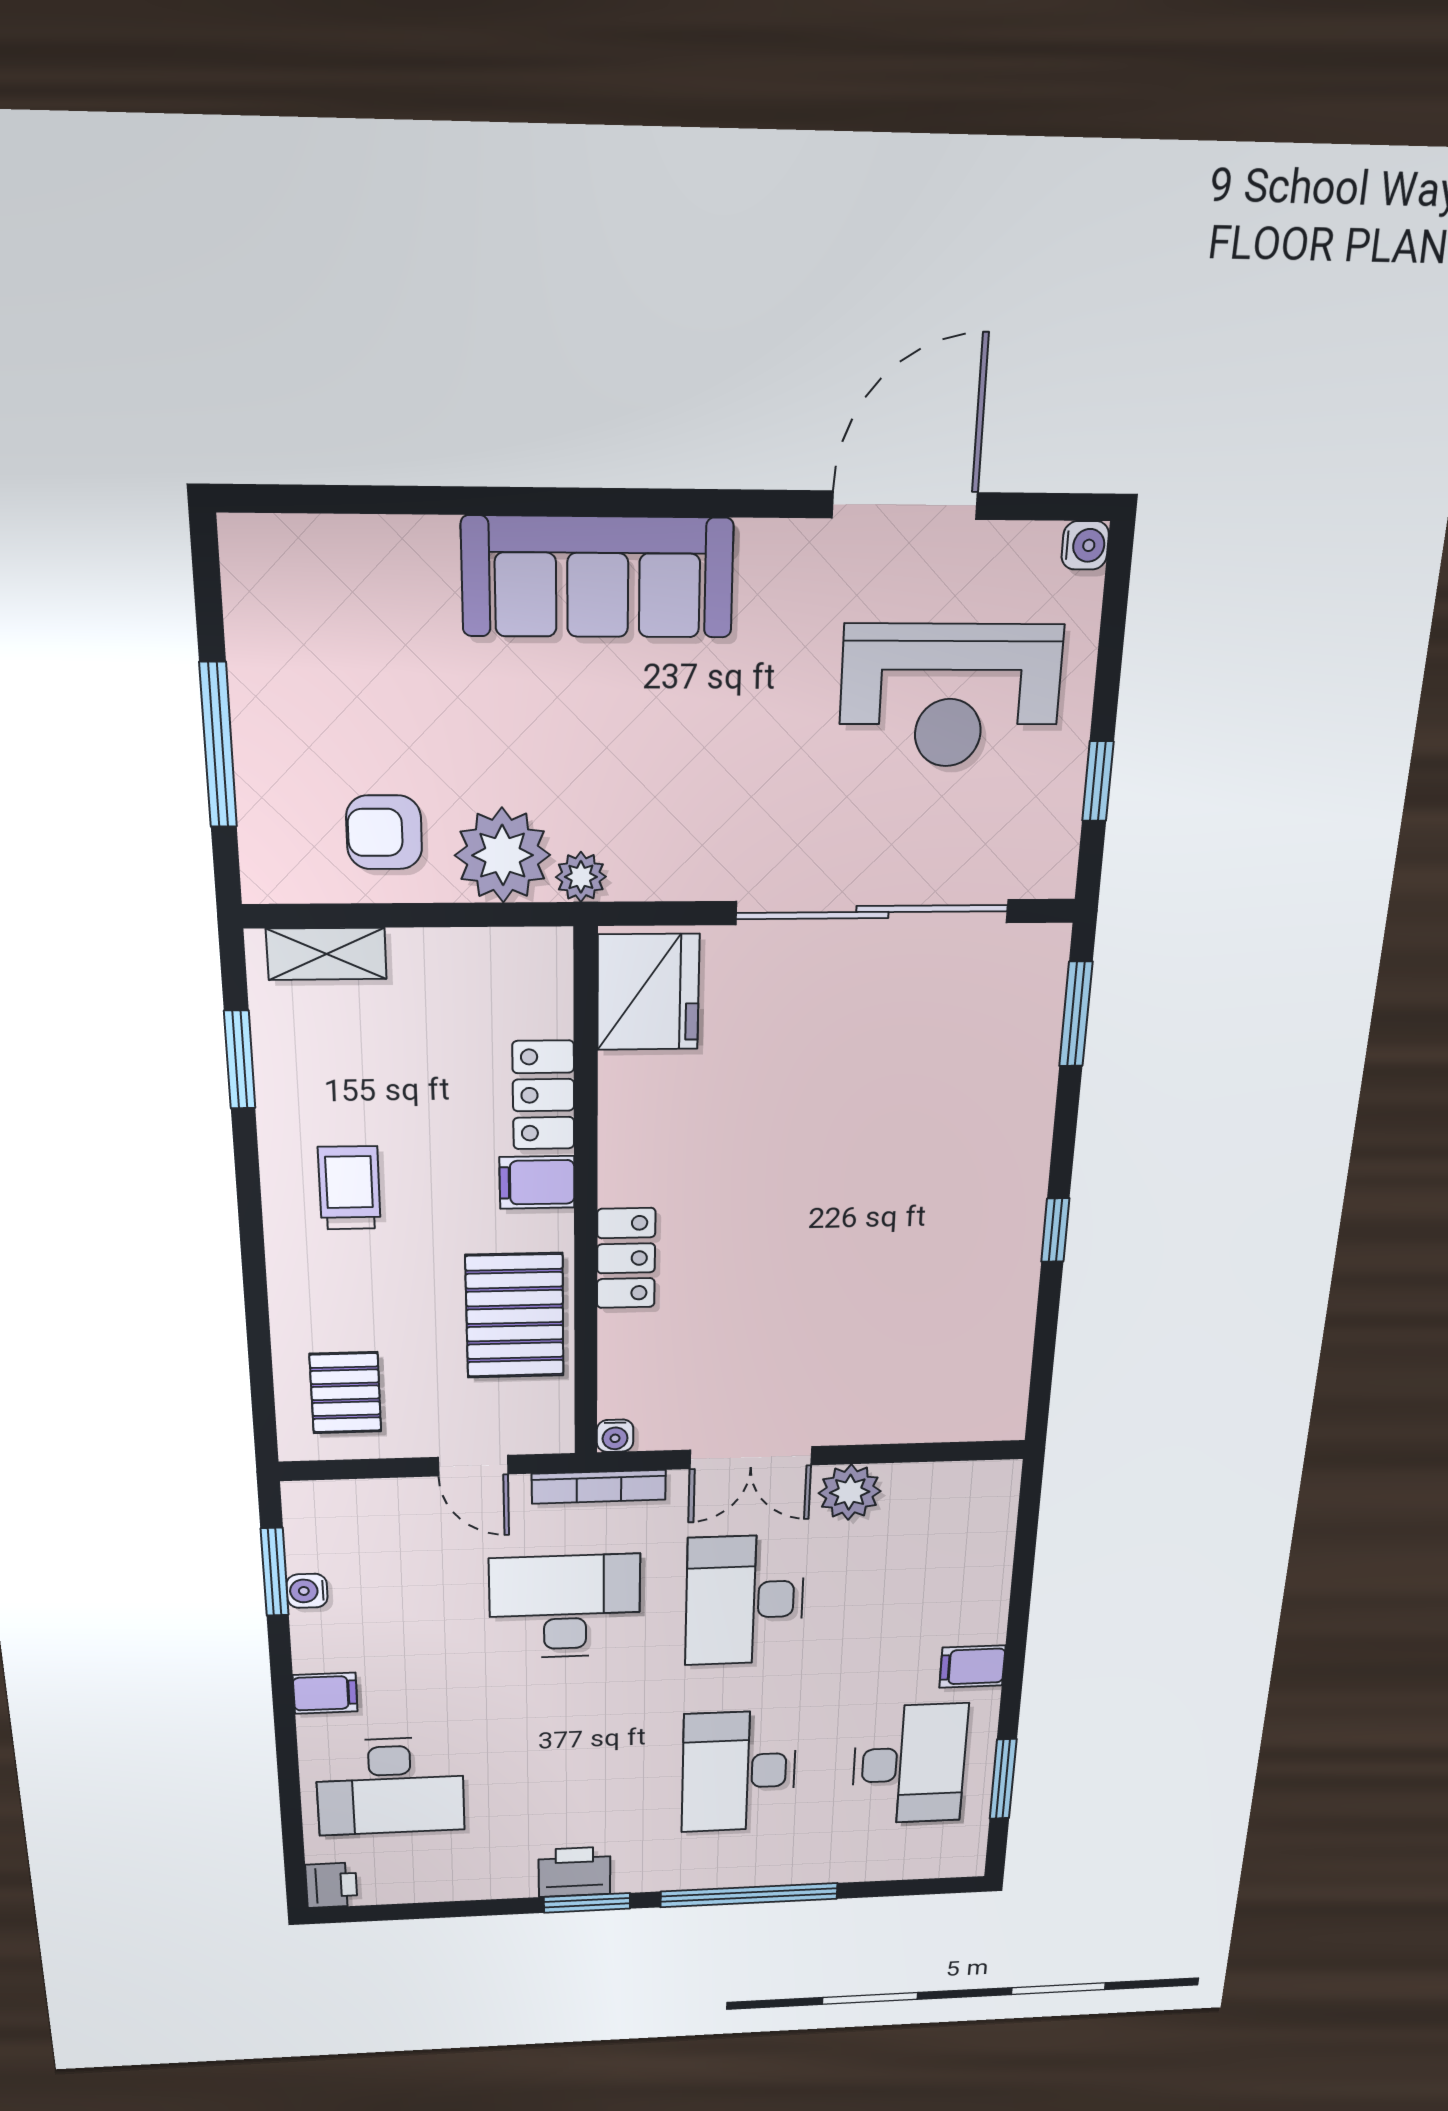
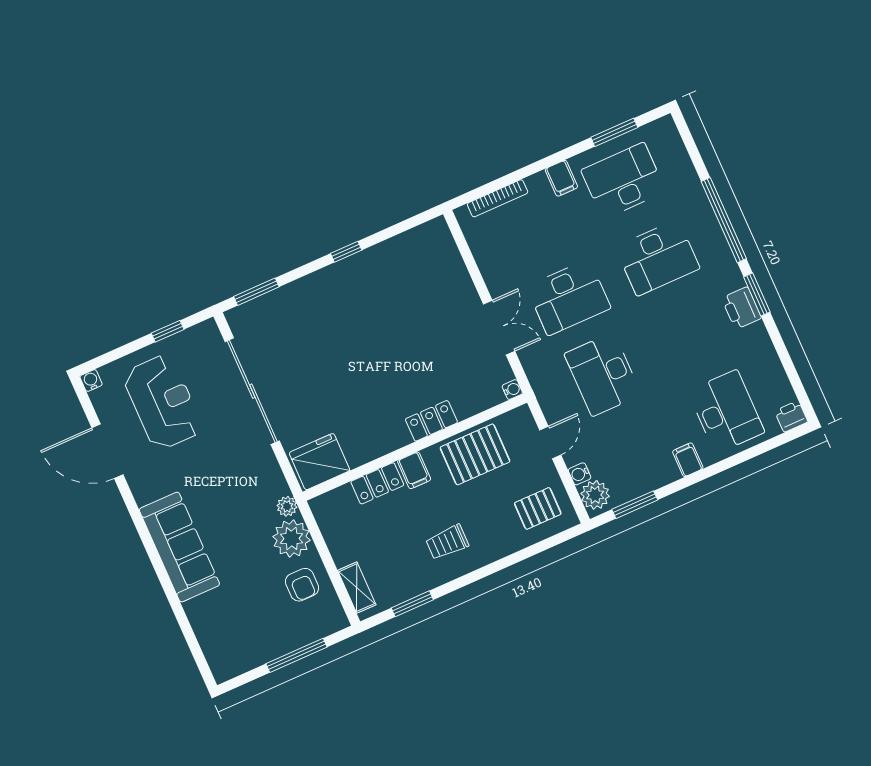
bookcase: (599, 1487) -> (498, 198), moved, turned 90
plant: (850, 1492) -> (595, 495), moved
water cooler: (307, 1591) -> (580, 474), moved, turned 90

